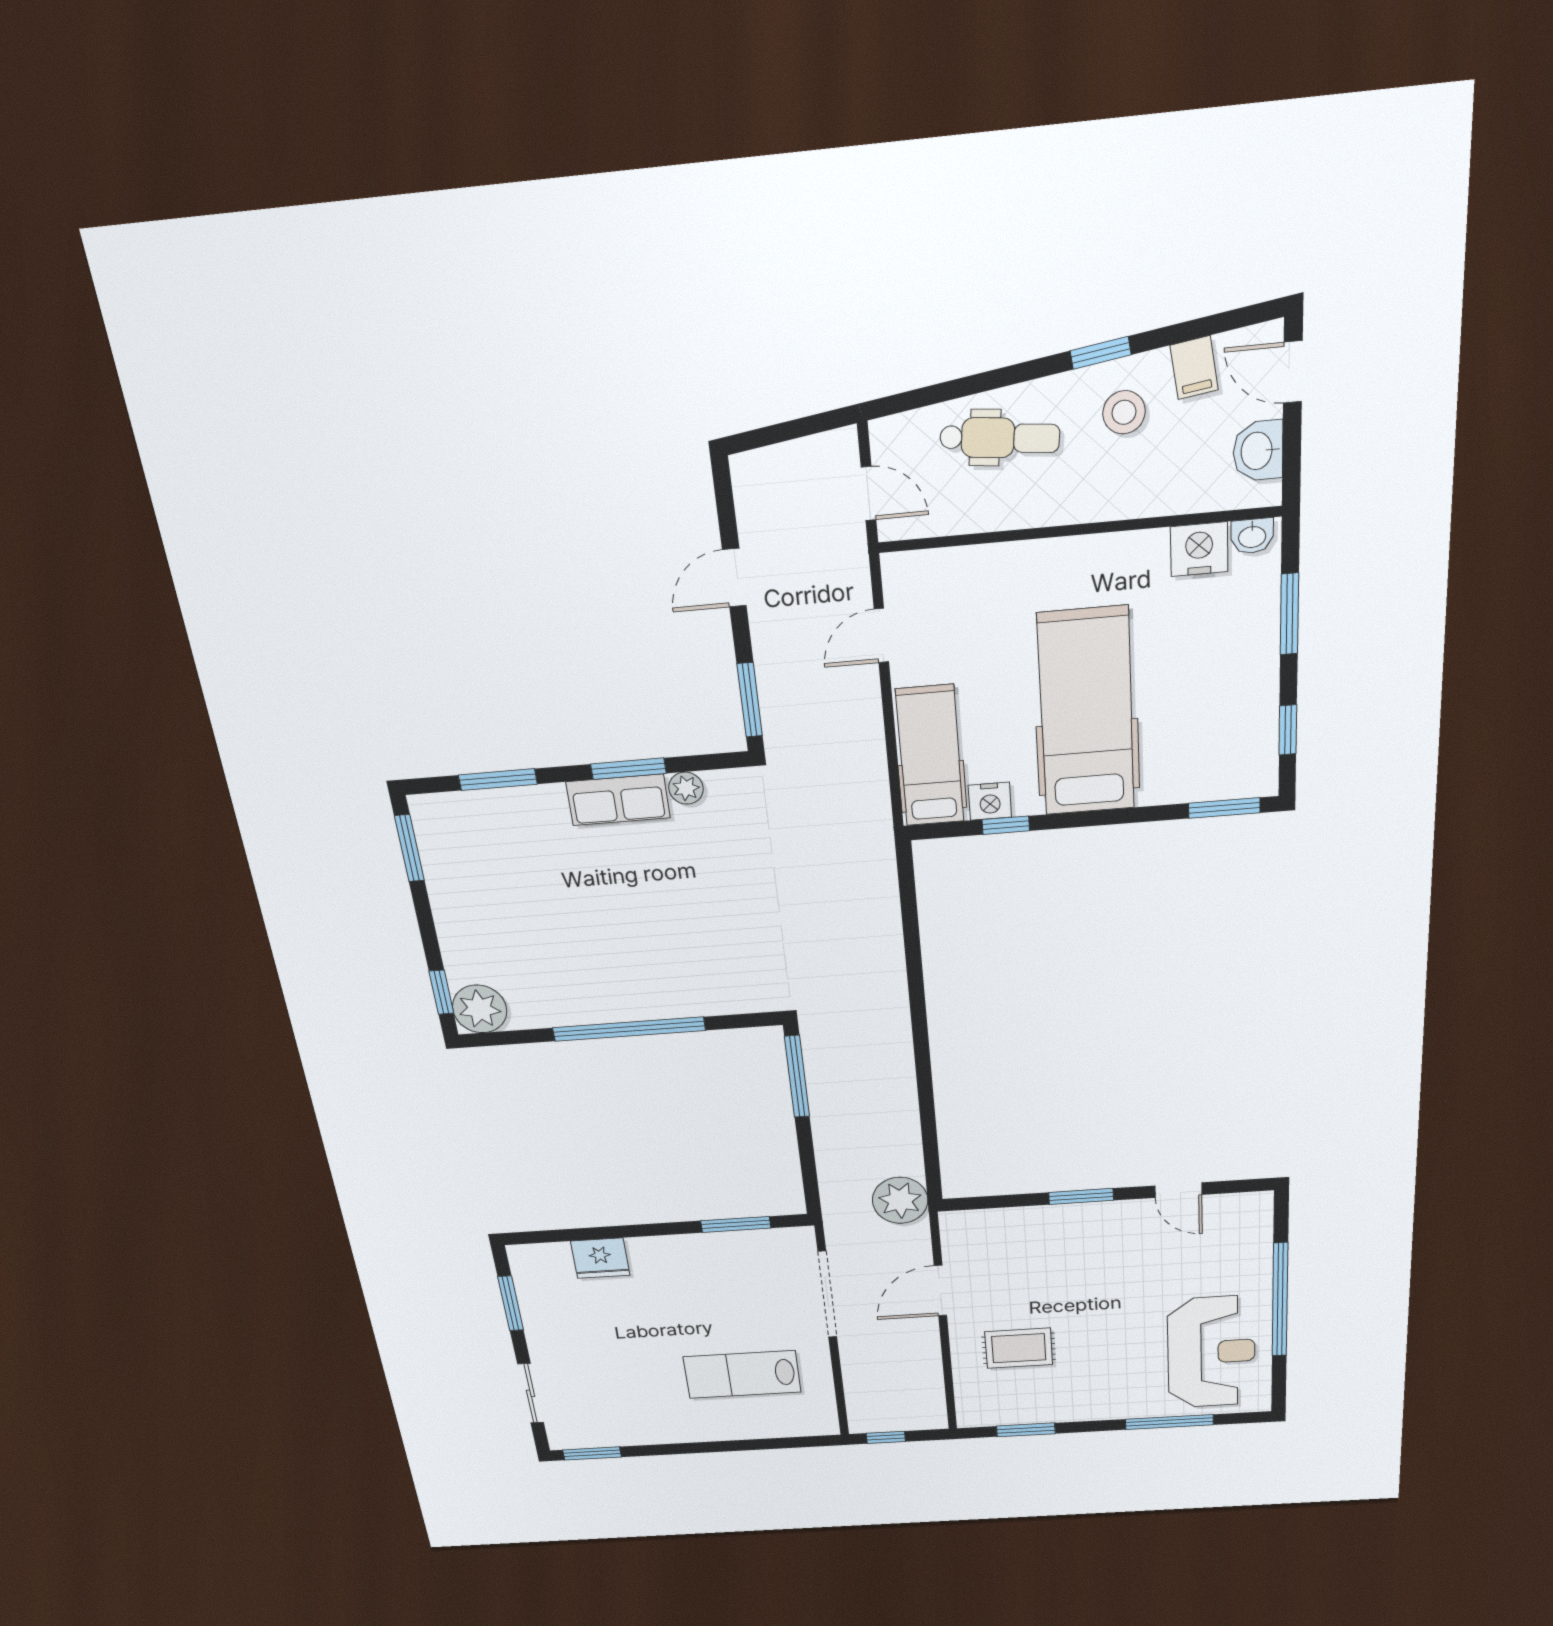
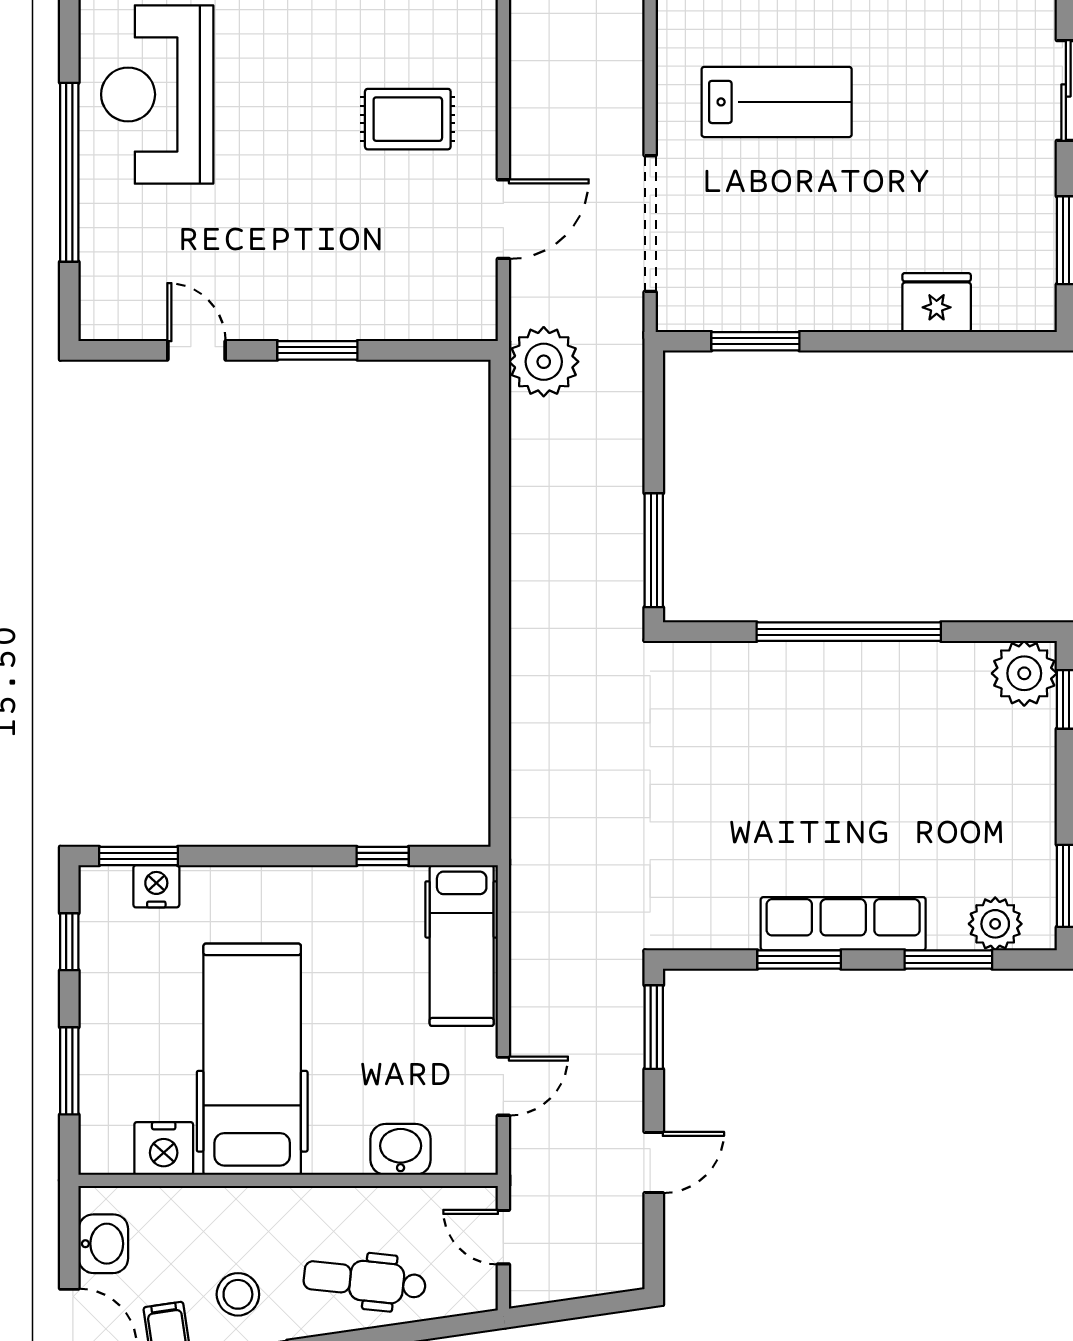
washbasin: (1252, 536) -> (401, 1149), moved, width x1.38, depth x1.45
hospital bed: (1086, 712) -> (252, 1059), moved, turned 180
plant: (686, 788) -> (995, 924), moved, width x1.38, depth x1.38
row of seats: (618, 800) -> (843, 924), width x1.48
nightstand: (990, 801) -> (156, 886), moved

